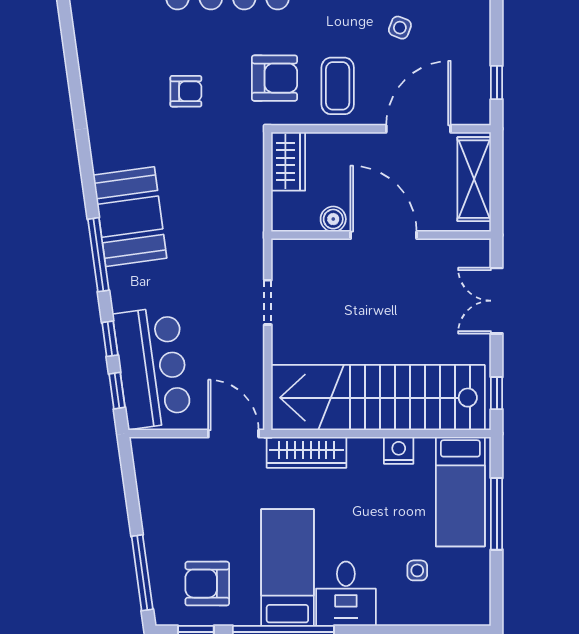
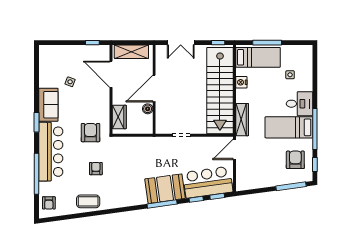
coffee table: (338, 86) -> (88, 201), moved
wardrobe: (288, 161) -> (119, 117), moved, turned 90
booth: (130, 217) -> (165, 189), moved
armchair: (207, 584) -> (295, 160), turned 180

